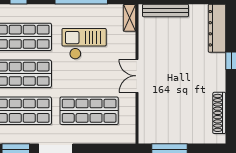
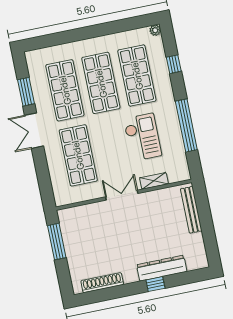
shelving: (129, 18) -> (154, 181), moved
dresser: (217, 28) -> (162, 268), moved

